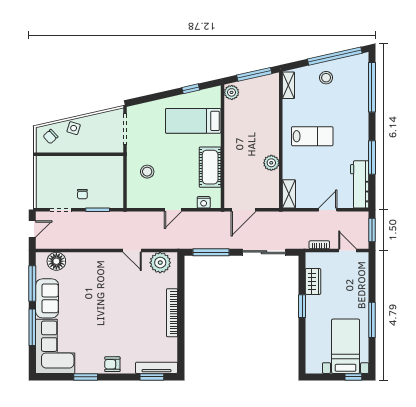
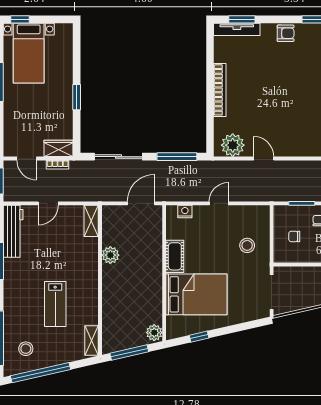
stool: (326, 78) -> (26, 349), moved
bed: (193, 121) -> (196, 294), width x1.50
lab bench: (312, 136) -> (55, 304), moved, turned -90
cot: (210, 167) -> (175, 256), width x0.73, depth x0.75
chair: (104, 180) -> (294, 236), added
wardrobe: (313, 281) -> (58, 148), moved, turned 90

